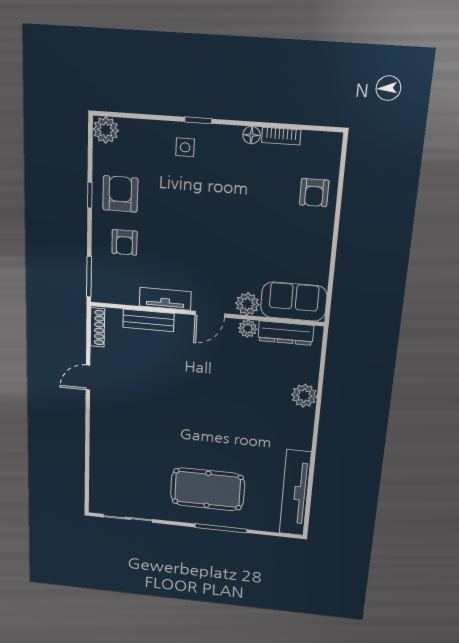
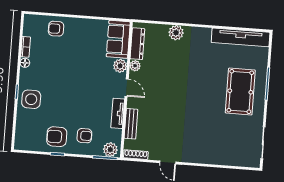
plant: (106, 130) -> (110, 150), moved
side table: (185, 147) -> (31, 99), width x1.87, depth x1.87
armchair: (314, 193) -> (56, 29), turned 180

